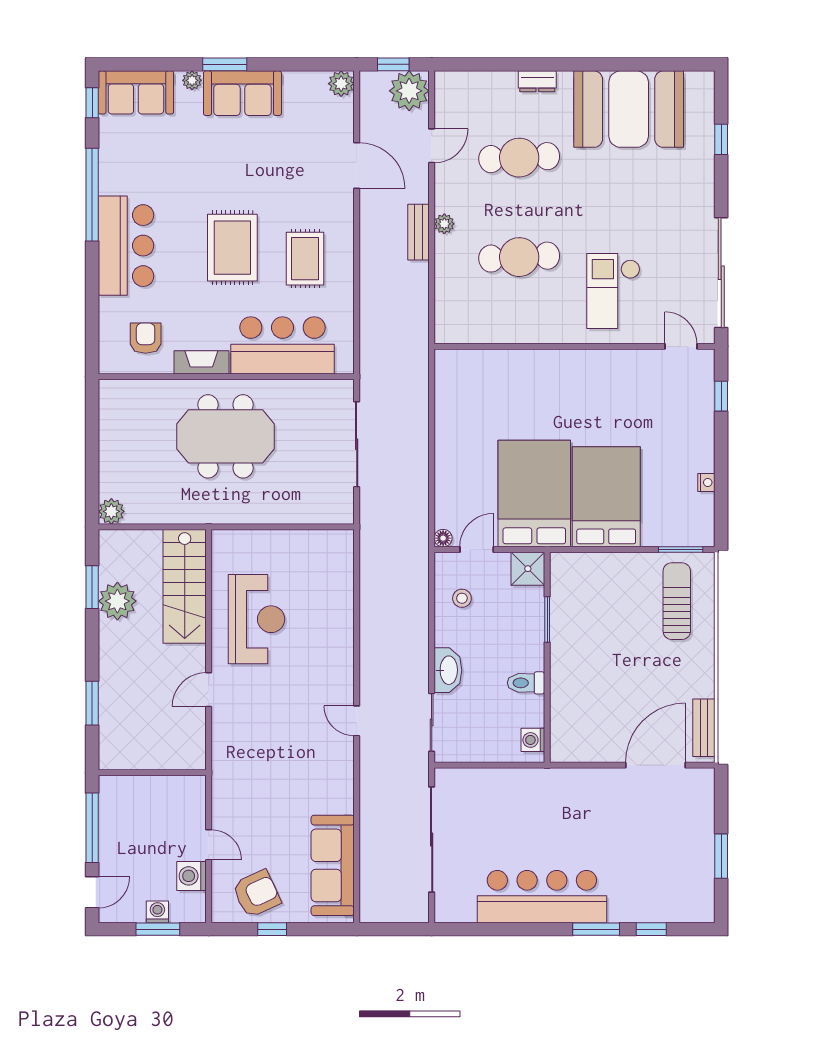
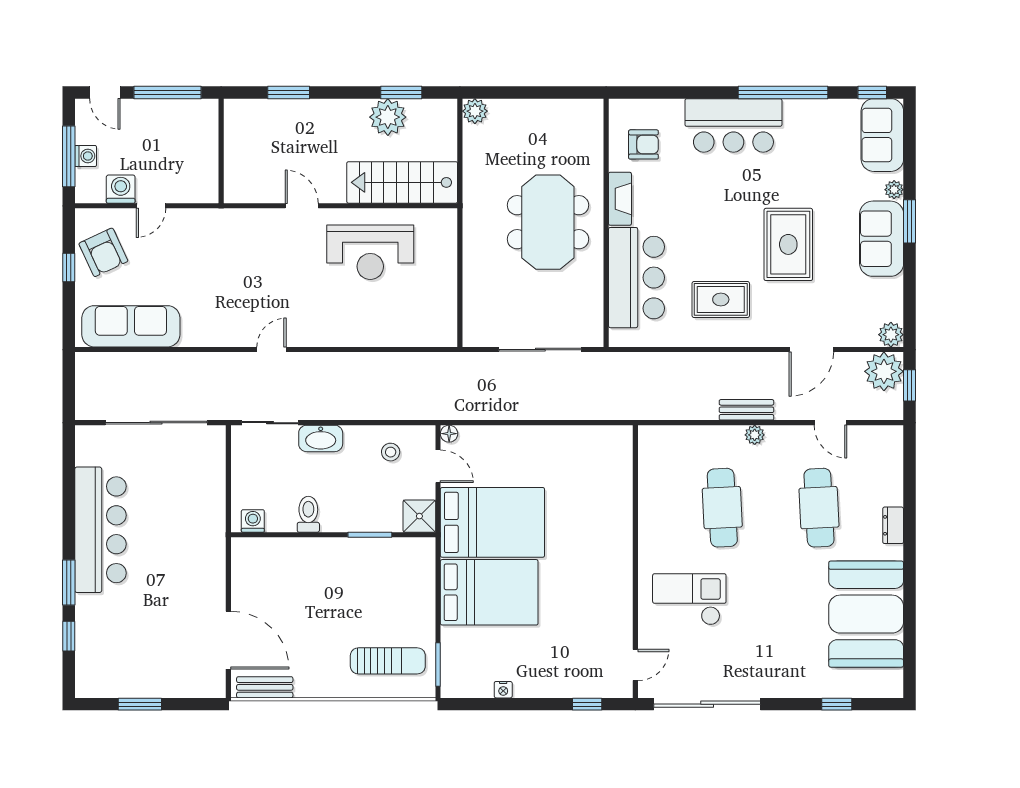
plant: (409, 91) -> (884, 371), moved
rug: (232, 248) -> (788, 244), moved, turned 90
window: (158, 929) -> (69, 156), width x1.44

